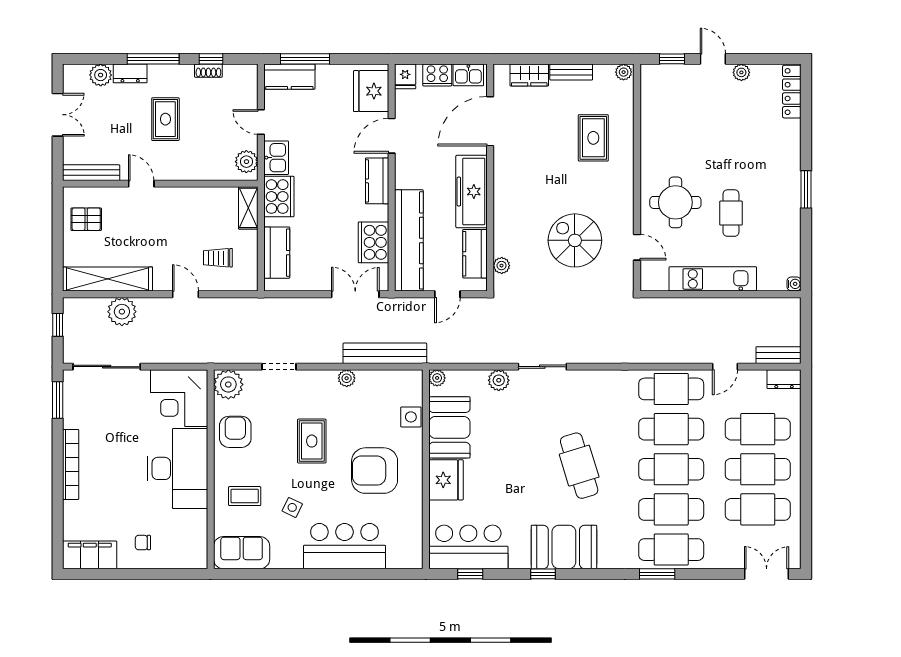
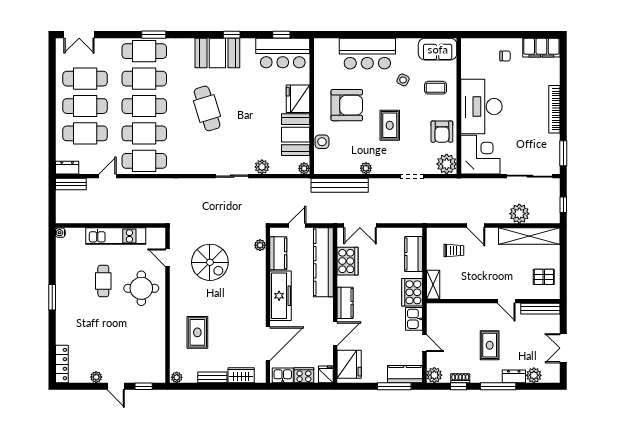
plant: (246, 162) -> (434, 375), moved

